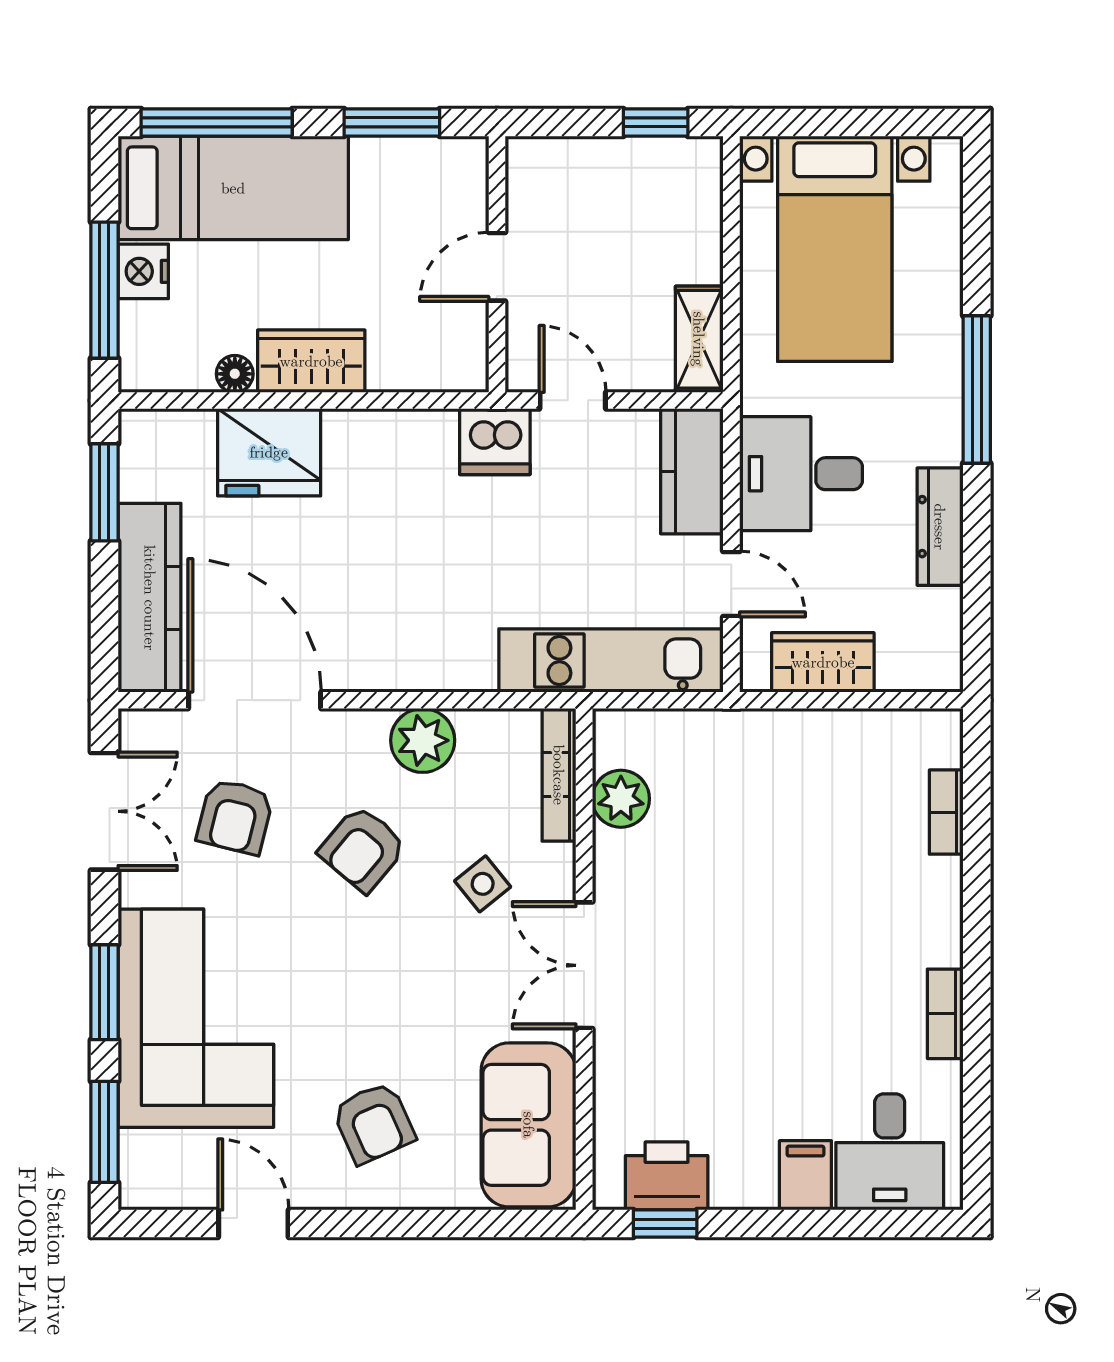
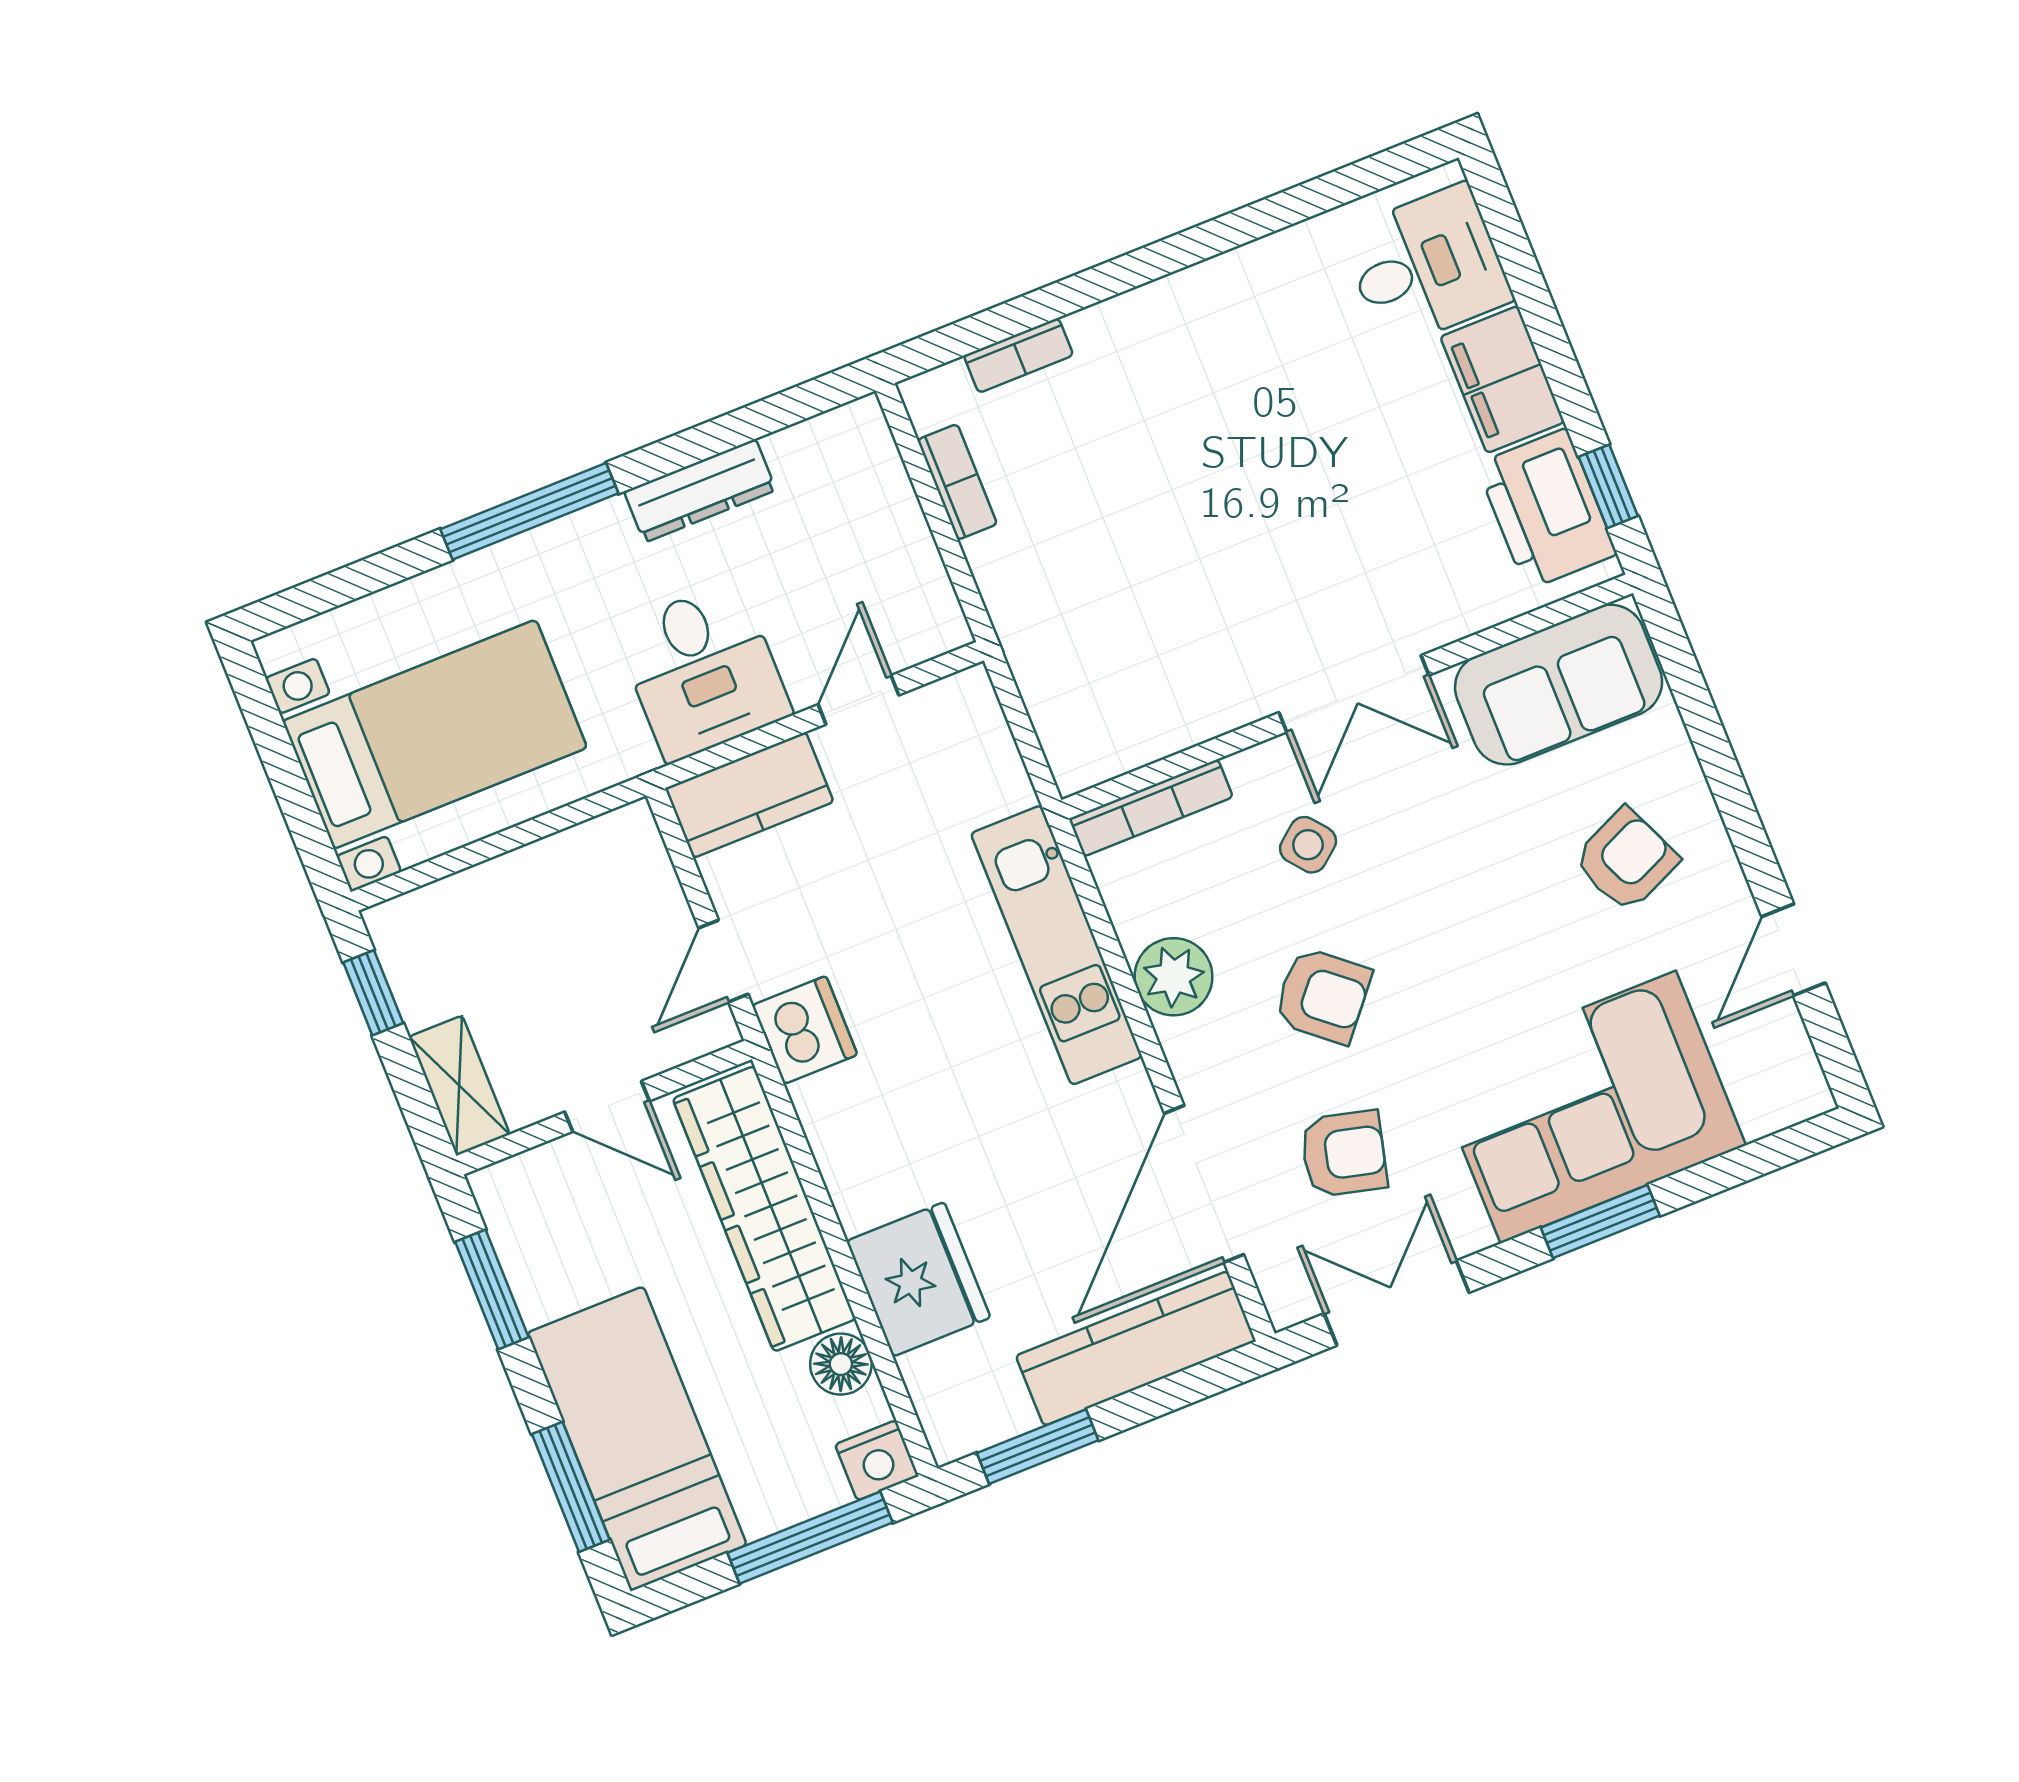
window: (217, 122) -> (571, 1487), width x0.69
nightstand: (143, 271) -> (877, 1460), moved
shelving: (699, 339) -> (459, 1086), moved, turned 90
wardrobe: (311, 361) -> (764, 1209), width x2.10, depth x1.17
floor lamp: (235, 374) -> (841, 1364), width x1.37, depth x1.37
kitchen unit: (611, 660) -> (1057, 945), moved
wardrobe: (823, 662) -> (906, 562), removed
plant: (621, 799) -> (1150, 727), removed
bookcase: (945, 1014) -> (957, 482), moved, turned -90
window: (104, 1132) -> (1757, 1159), removed
filing cabinet: (805, 1175) -> (1502, 379), width x2.00
printer: (667, 1176) -> (1546, 509), width x1.37, depth x1.19

